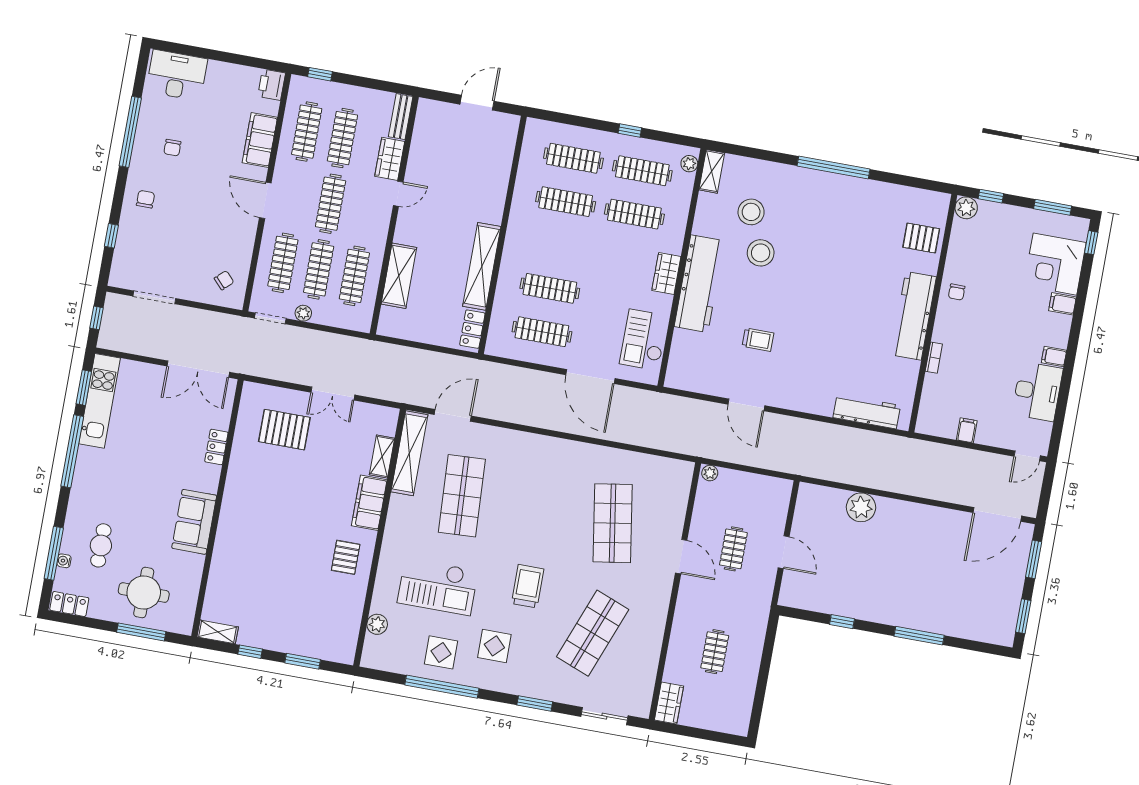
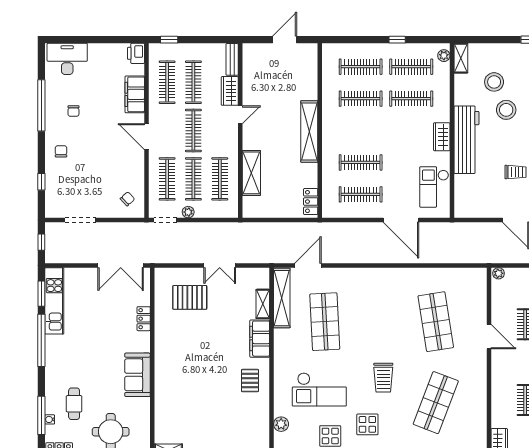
shelving: (482, 266) -> (309, 131), moved
trolley: (528, 586) -> (383, 378), turned 180

